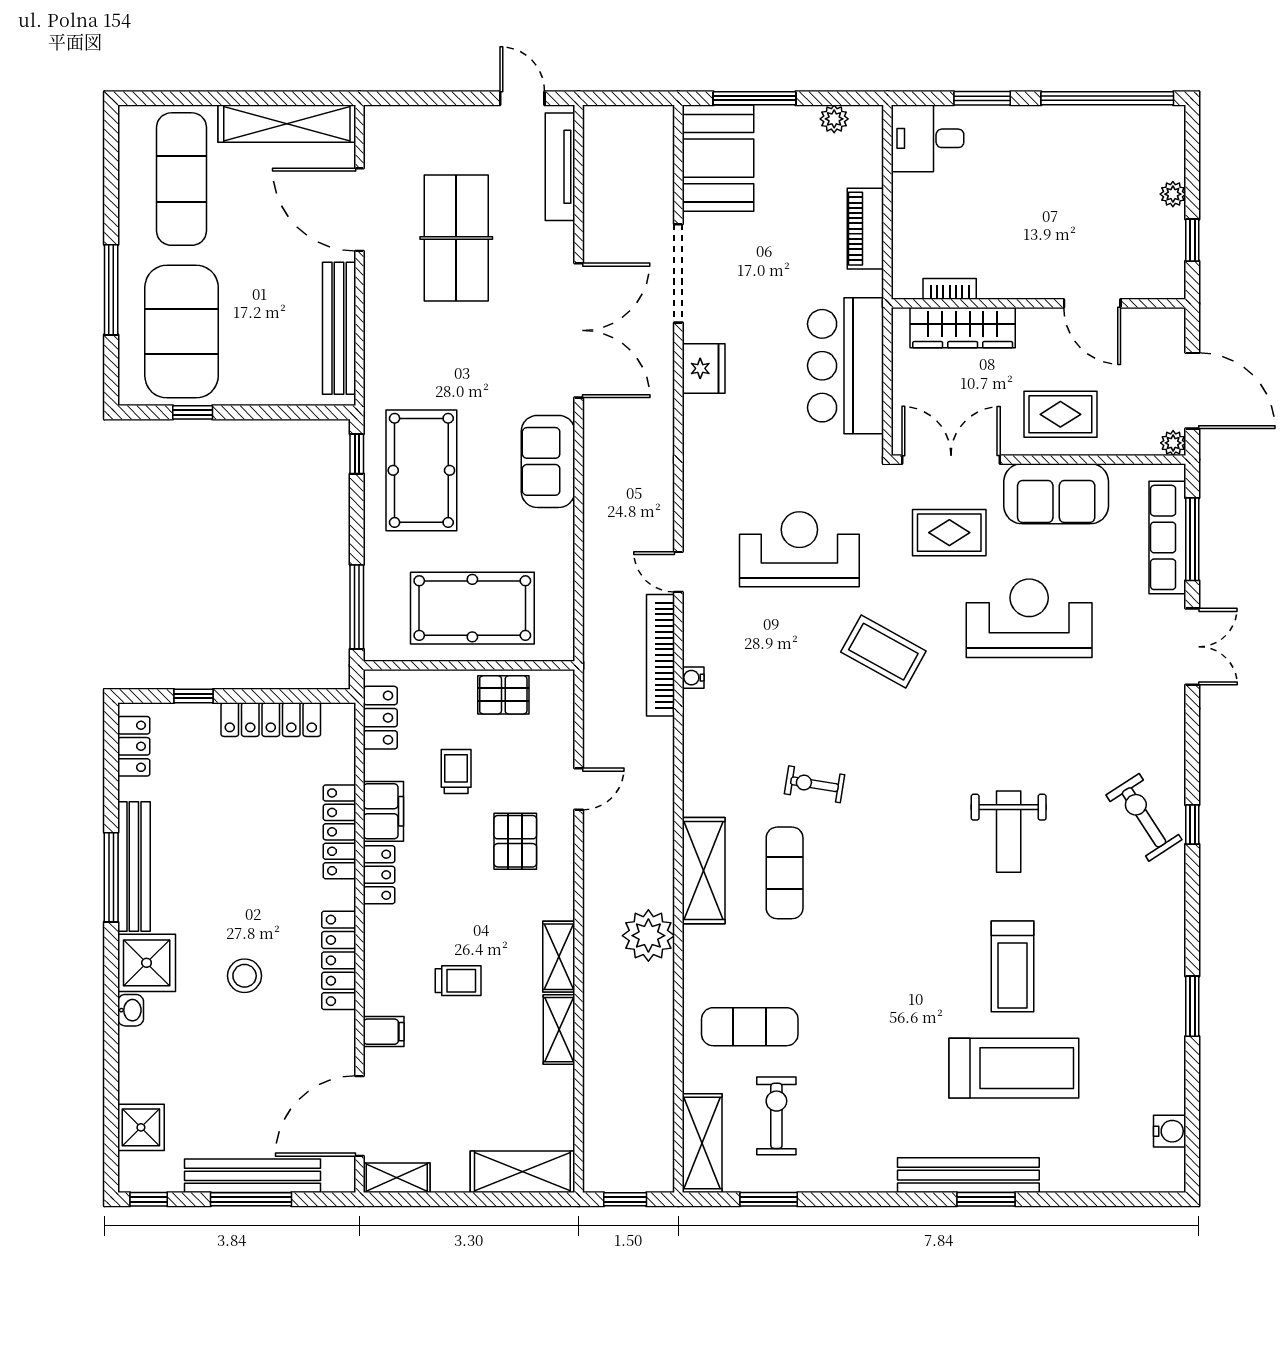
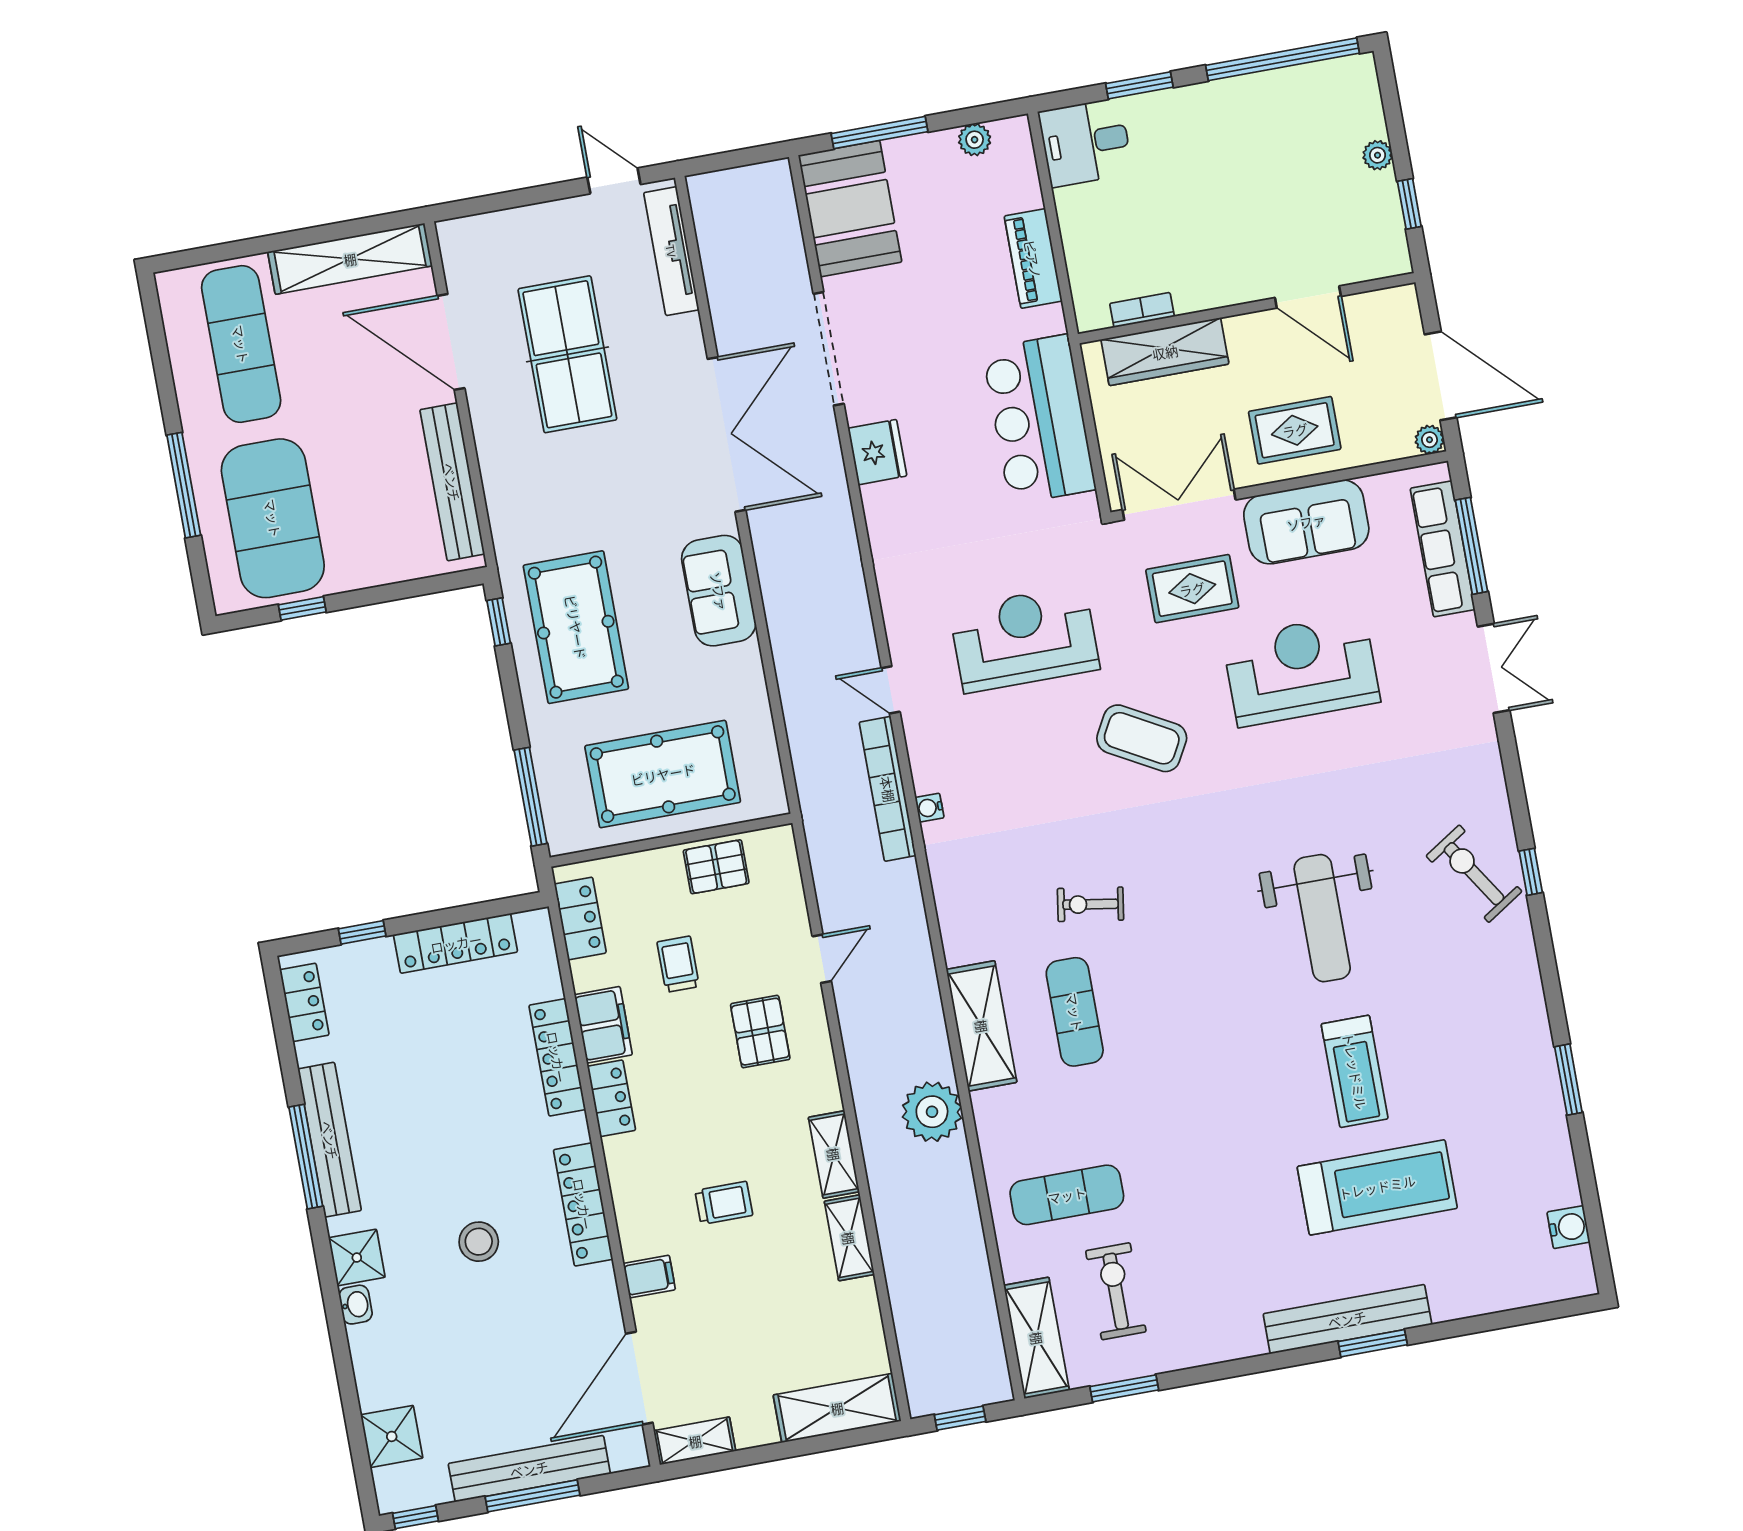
weight bench: (1009, 832) -> (1322, 918), width x1.36, depth x1.33
shower: (147, 963) -> (357, 1258), width x0.73, depth x0.73

